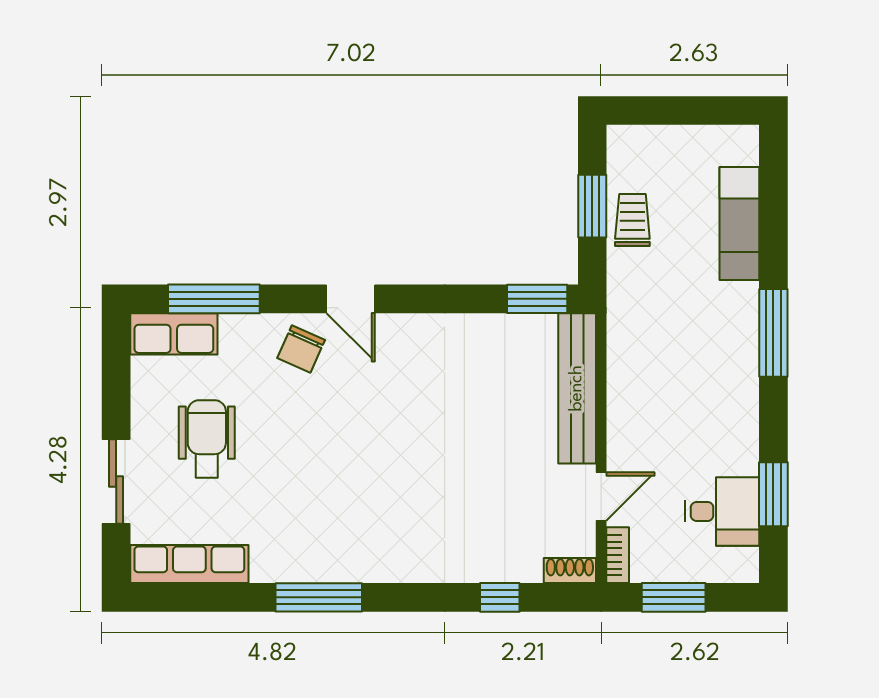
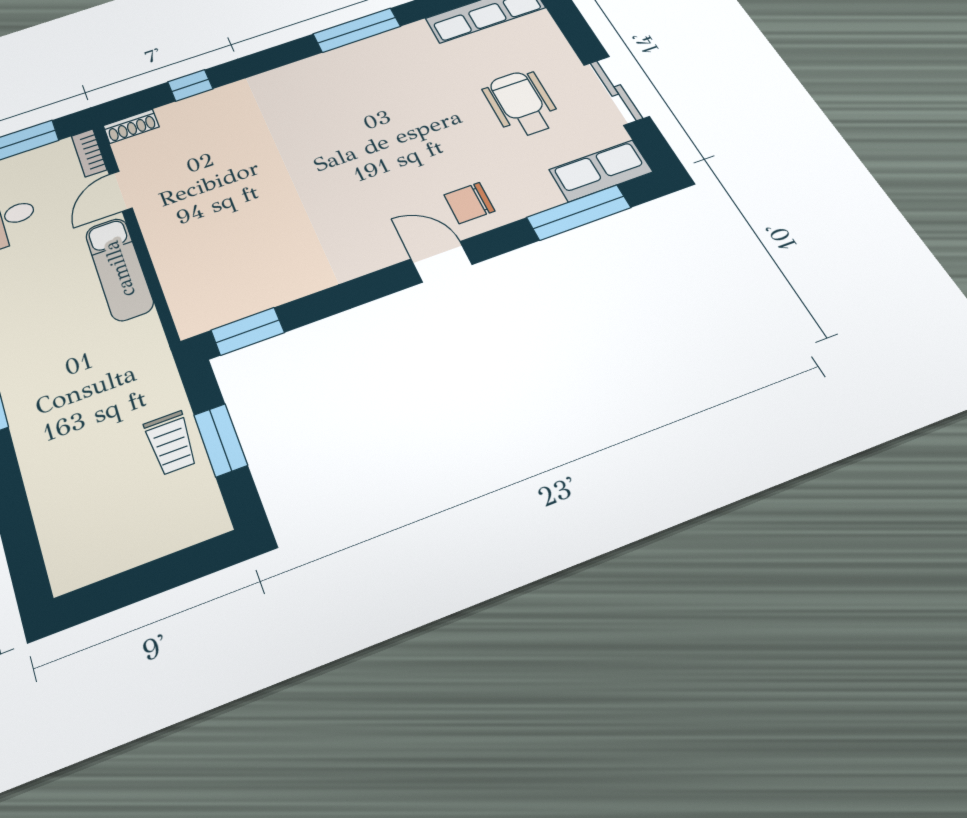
exam couch: (739, 223) -> (119, 269), moved, turned 180
chair: (301, 349) -> (469, 203), turned -114
bench: (577, 388) -> (176, 269), removed
wheelchair: (207, 439) -> (521, 104), turned 180
sliding door: (116, 482) -> (616, 90), moved

